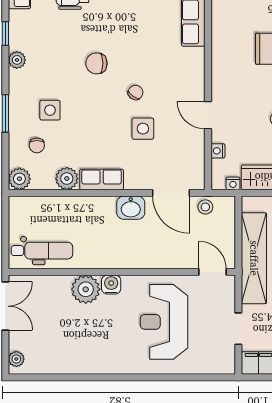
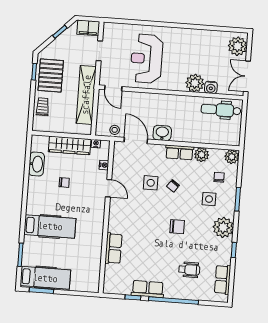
plant: (17, 60) -> (223, 227), width x1.88, depth x1.88
chair: (136, 92) -> (173, 186), moved
water cooler: (111, 285) -> (211, 87), moved
reception desk: (164, 322) -> (147, 59), turned 180
plant: (16, 359) -> (238, 46), width x1.88, depth x1.88

